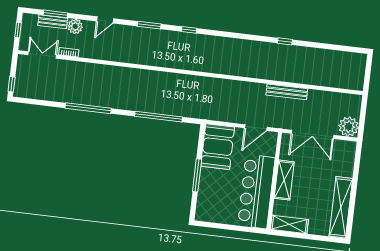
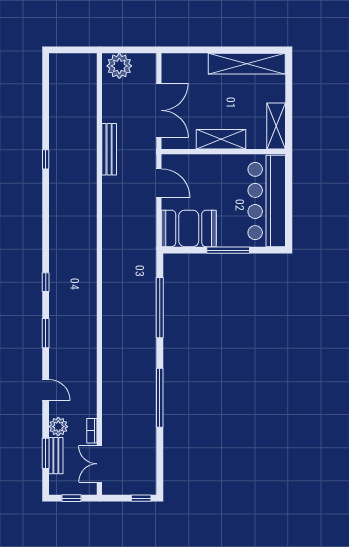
plant: (349, 127) -> (119, 66), moved
bar counter: (256, 192) -> (267, 201), moved, turned 90

